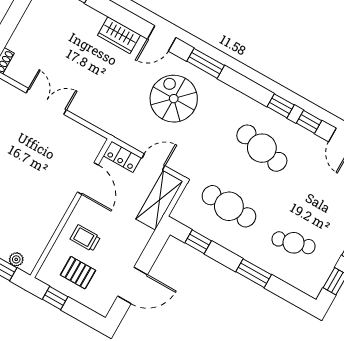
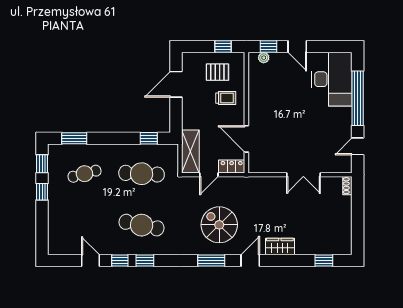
spiral stairs: (174, 99) -> (219, 225), turned 180
window: (254, 273) -> (74, 138), moved

